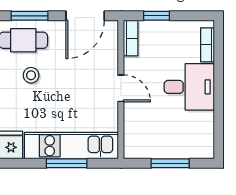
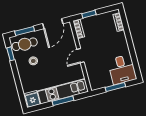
desk: (189, 87) -> (122, 69), moved, turned 90
door: (121, 88) -> (80, 56), swing flipped

